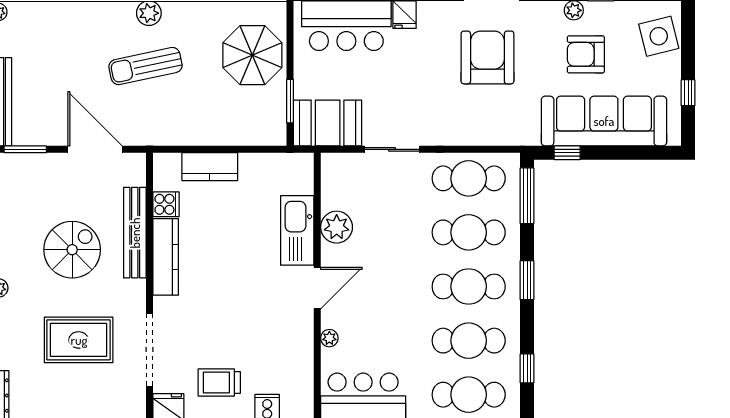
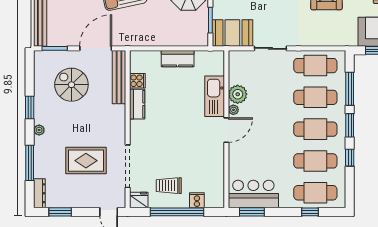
door: (95, 149) -> (96, 48), hinge flipped
kitchen counter: (210, 167) -> (178, 59), moved
window: (527, 196) -> (350, 89), moved
bench: (135, 233) -> (119, 77), moved
spiral stairs: (72, 250) -> (71, 85), moved, turned -90
kitchen counter: (166, 257) -> (137, 104), width x0.67
plant: (329, 338) -> (233, 110), moved
window: (527, 368) -> (350, 158), moved

